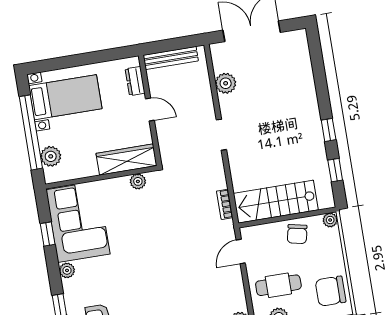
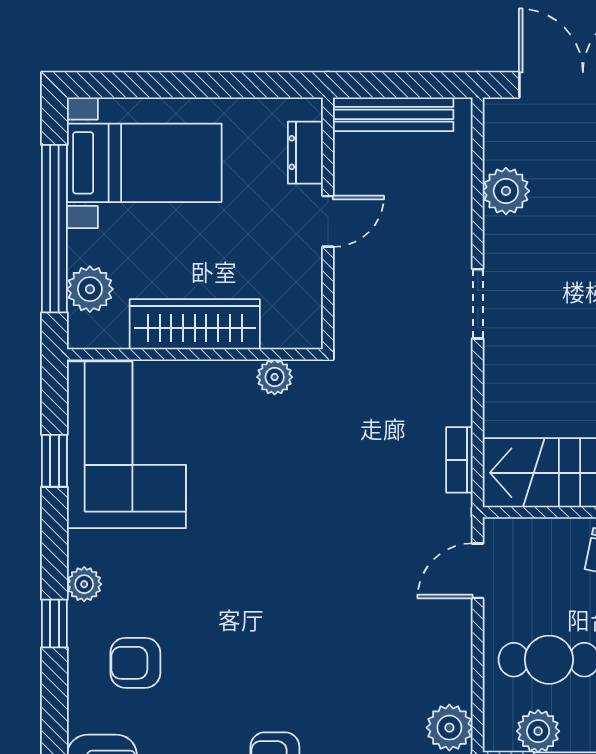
door: (150, 109) -> (328, 221), hinge flipped
wardrobe: (126, 160) -> (195, 324), moved
plant: (67, 270) -> (84, 584), moved

